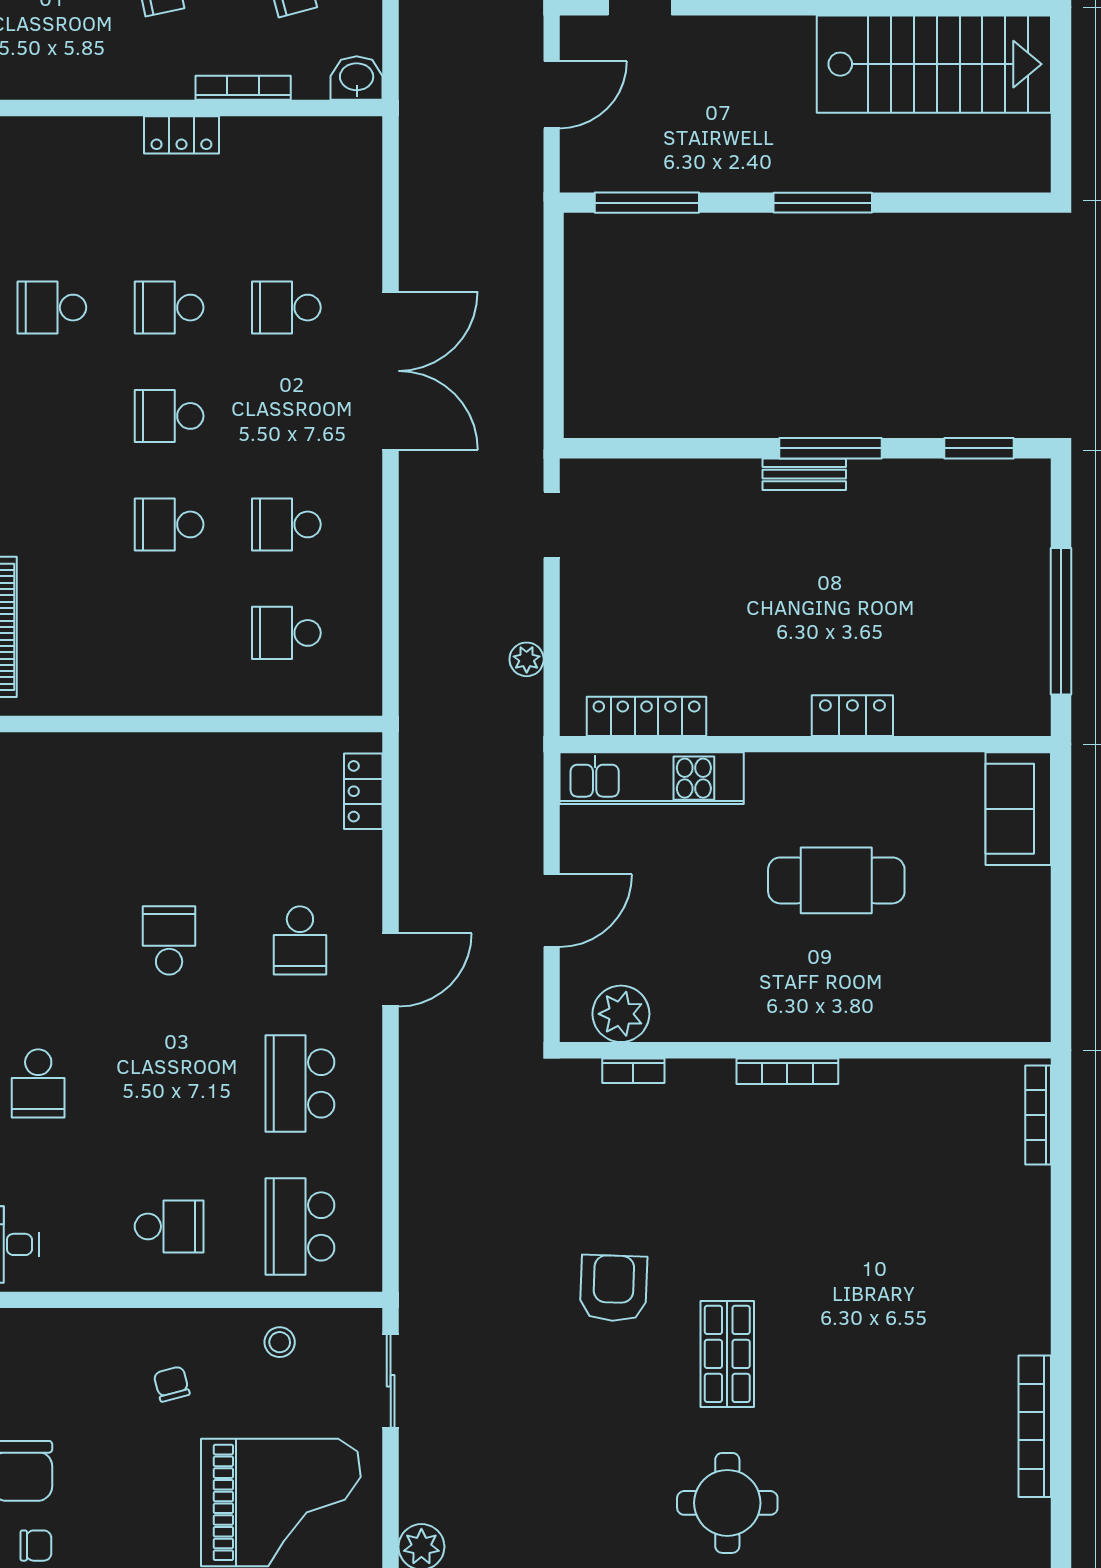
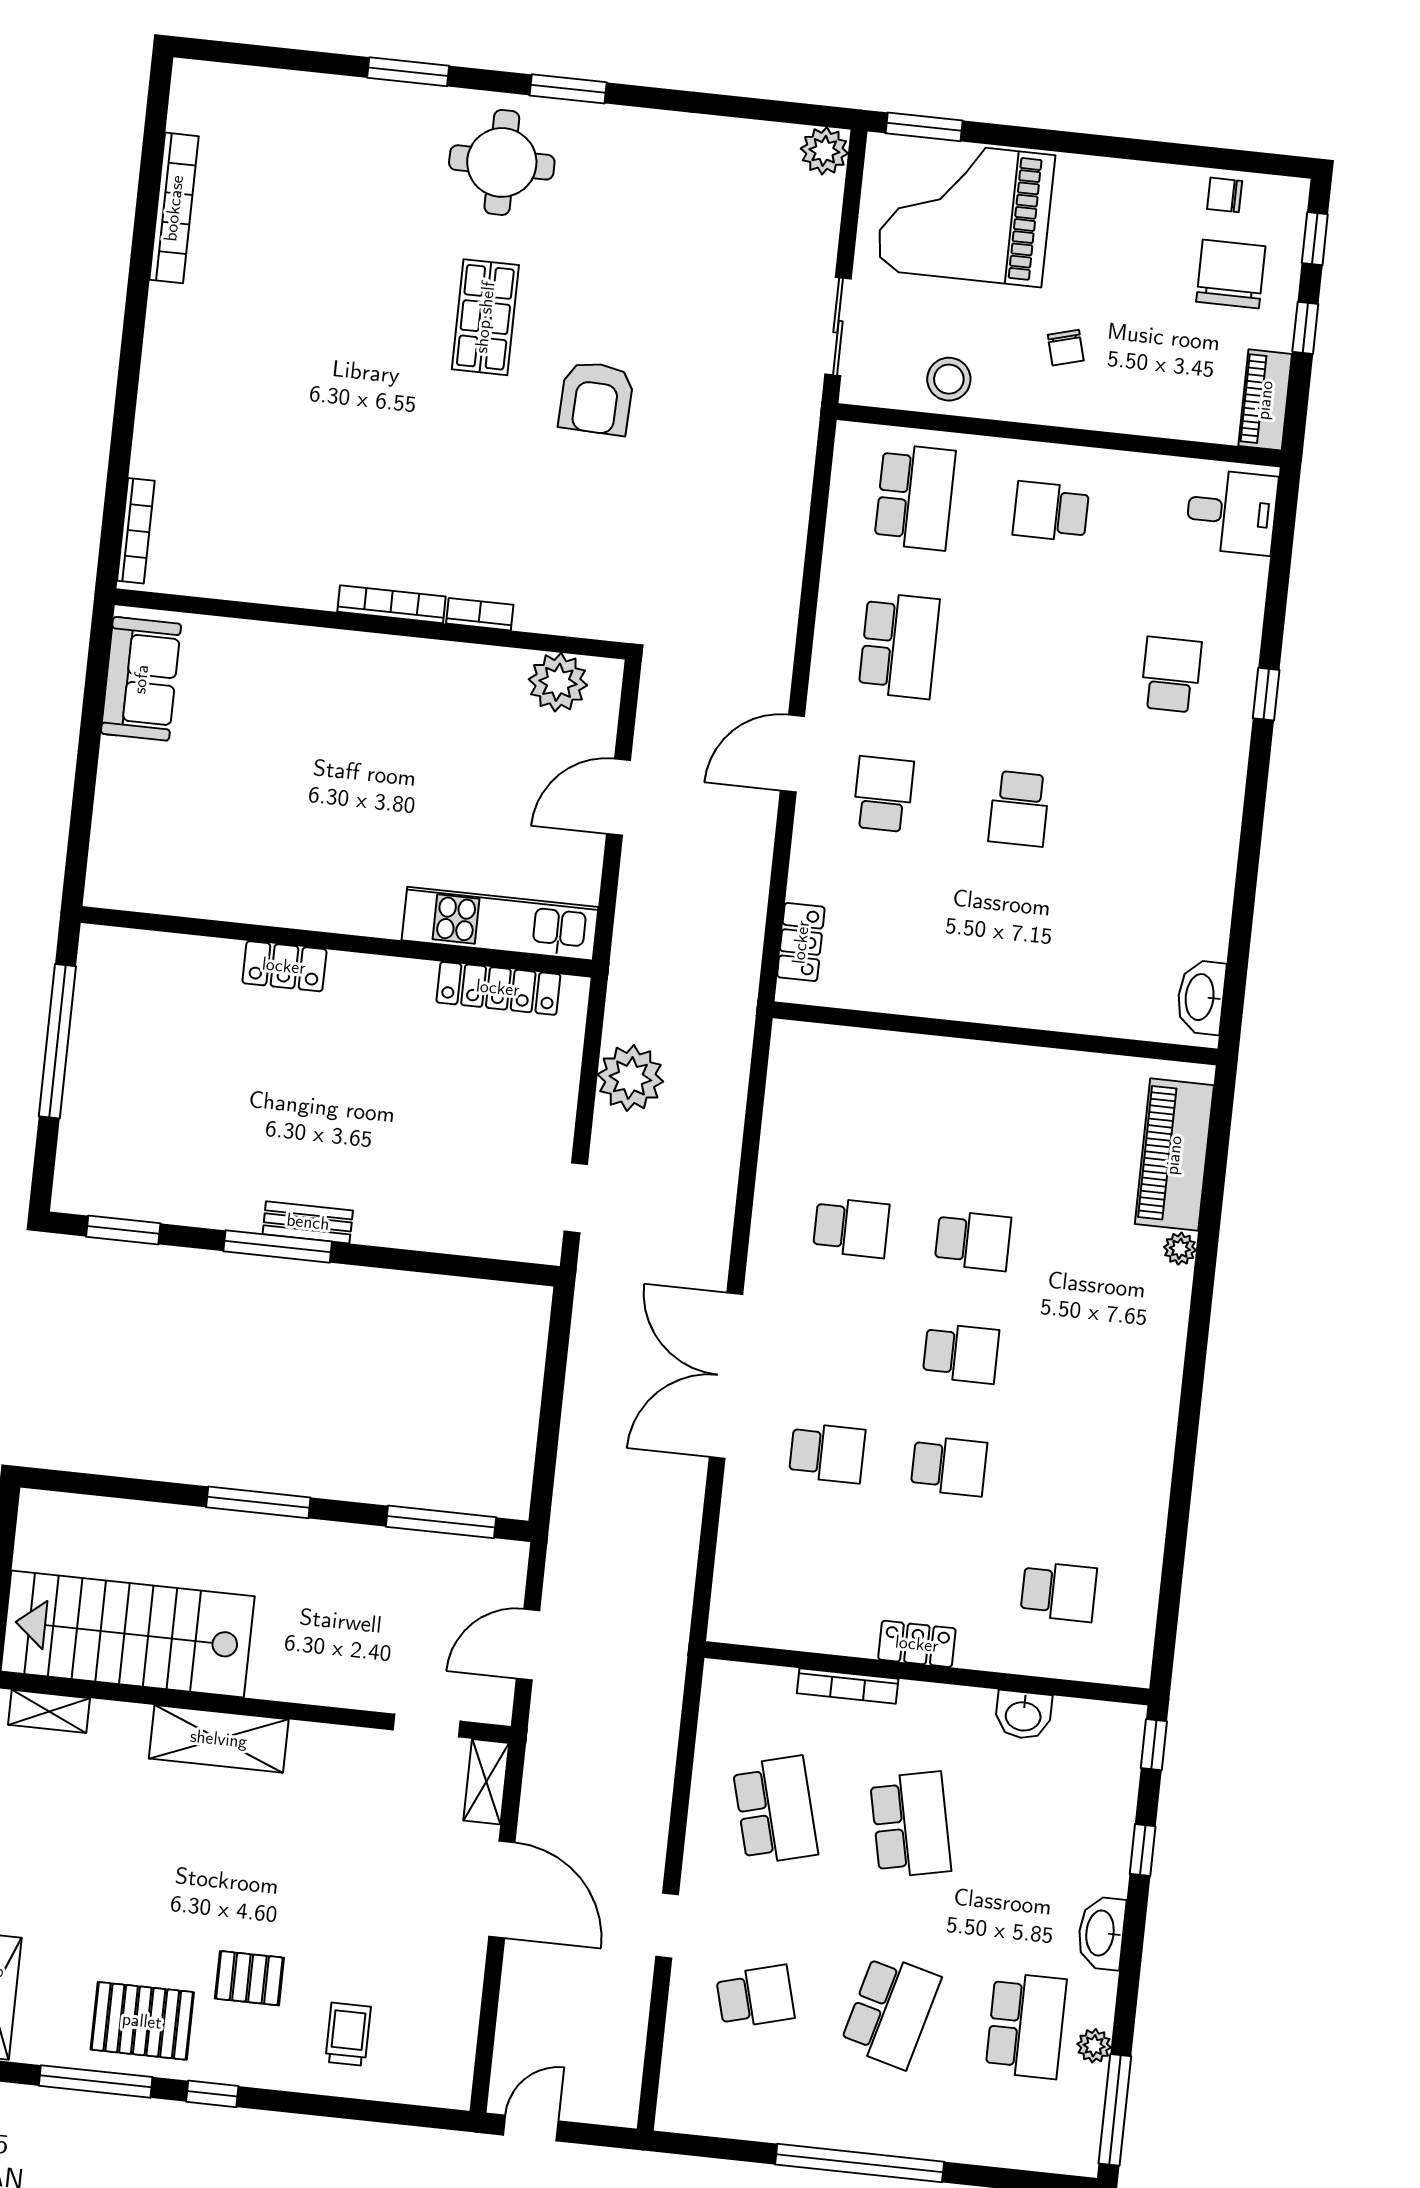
washbasin: (357, 78) -> (1023, 1715), moved
school desk: (52, 308) -> (1059, 1592), moved
school desk: (286, 633) -> (863, 1115), removed
plant: (527, 659) -> (630, 1078), width x1.88, depth x1.88
sofa: (1018, 809) -> (141, 679), moved
cafe table: (836, 880) -> (320, 797), removed
bookcase: (633, 1071) -> (480, 614), moved
stool: (280, 1342) -> (949, 379), width x1.37, depth x1.37

